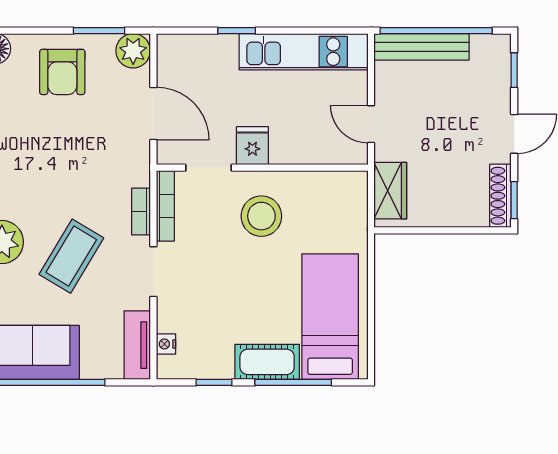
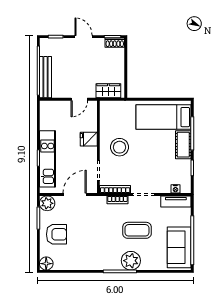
kitchen unit: (304, 52) -> (48, 159), moved
fridge: (252, 146) -> (89, 139), moved
shoe rack: (500, 196) -> (115, 43), width x0.70
coffee table: (71, 256) -> (137, 230), turned -31

